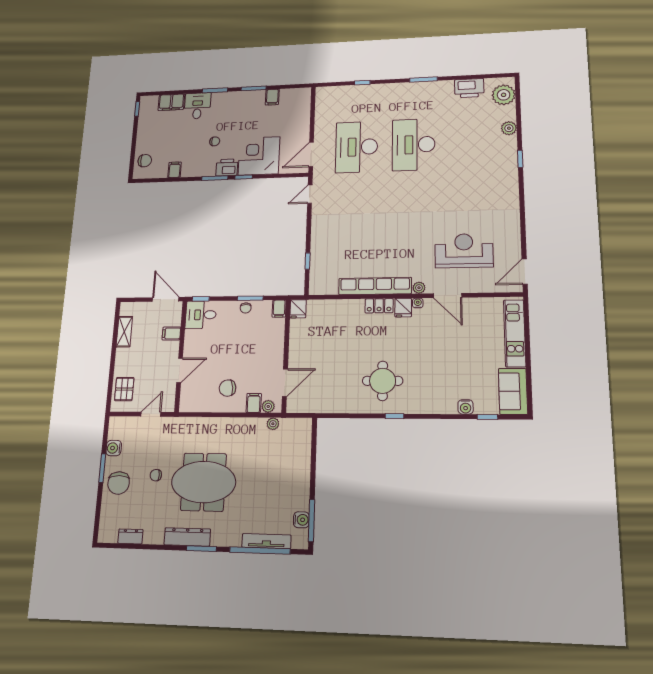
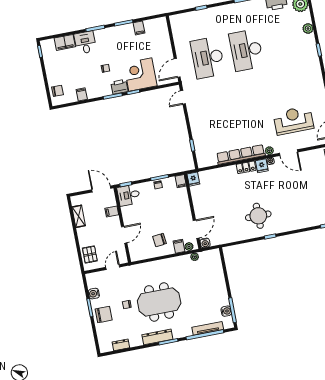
water cooler: (466, 407) -> (205, 243), moved
chair: (119, 483) -> (104, 315), turned -90

